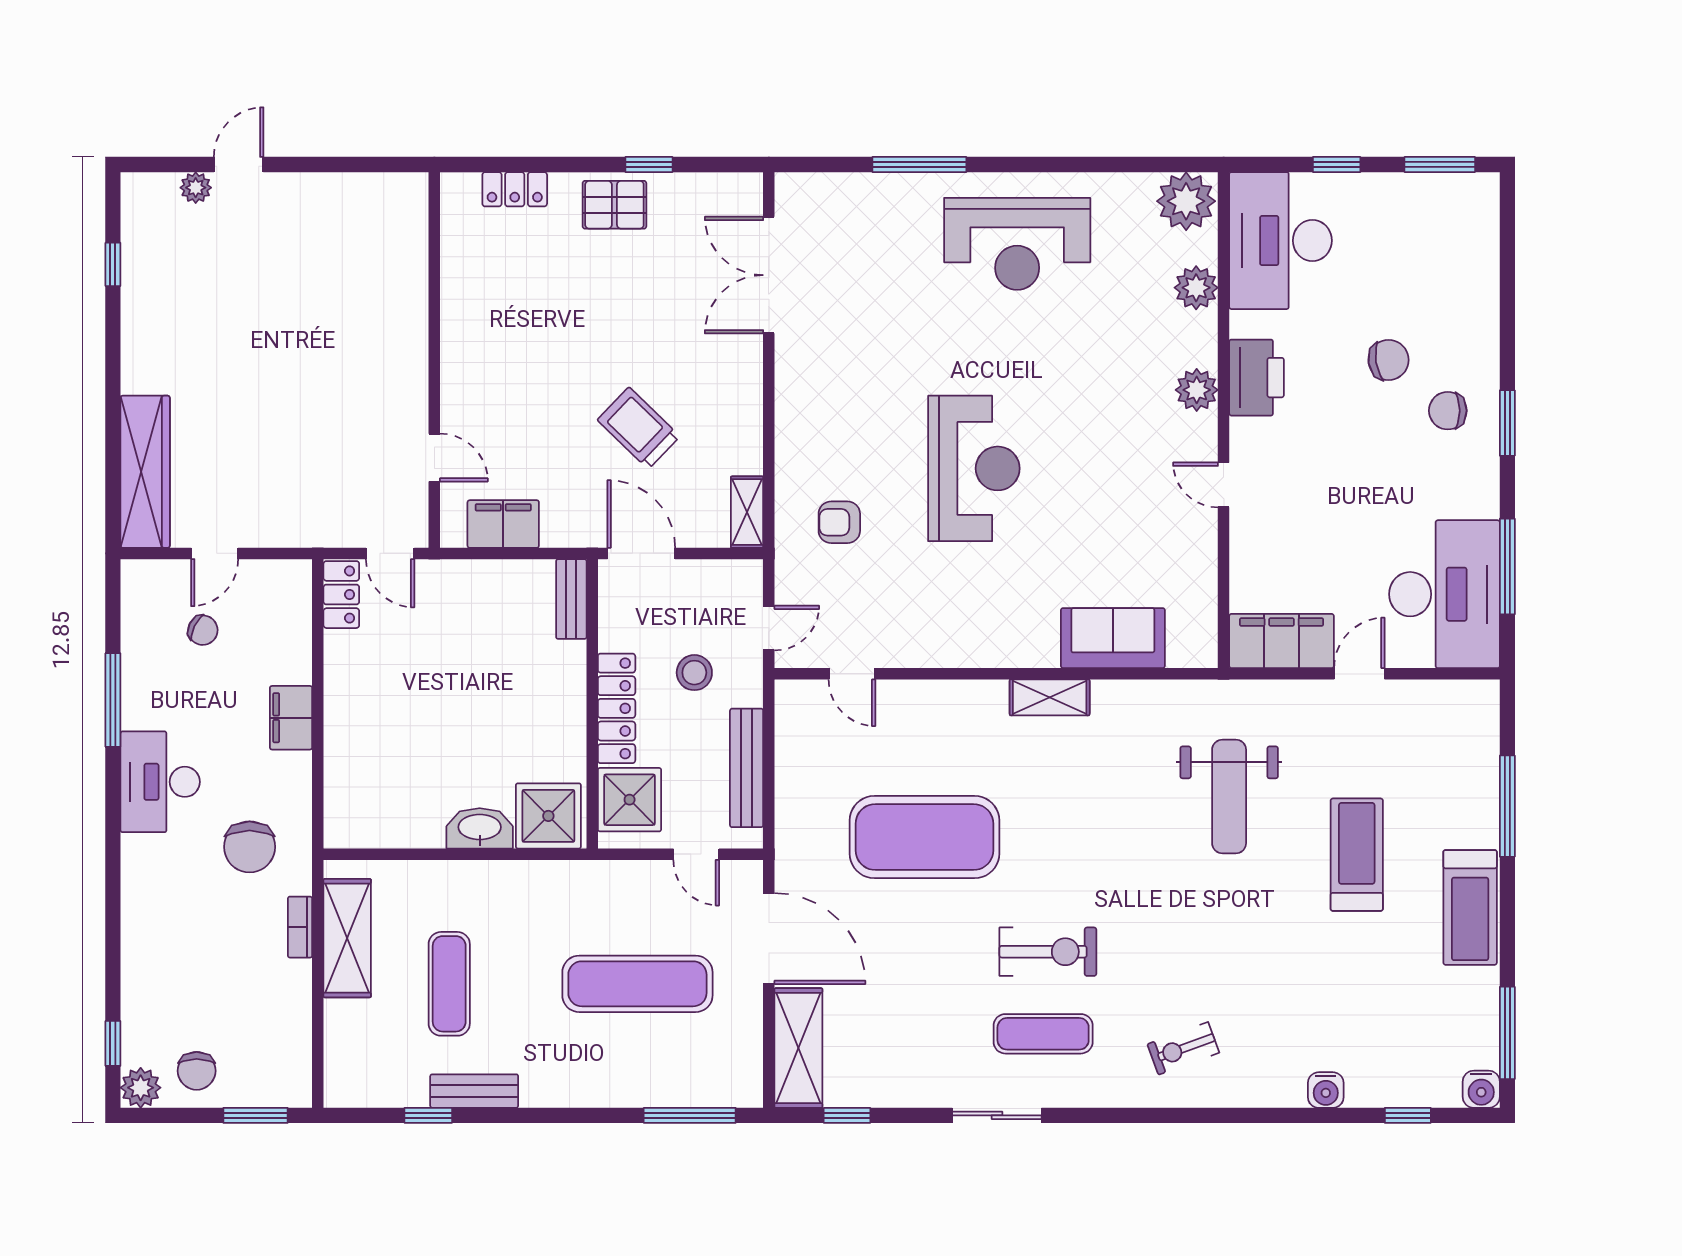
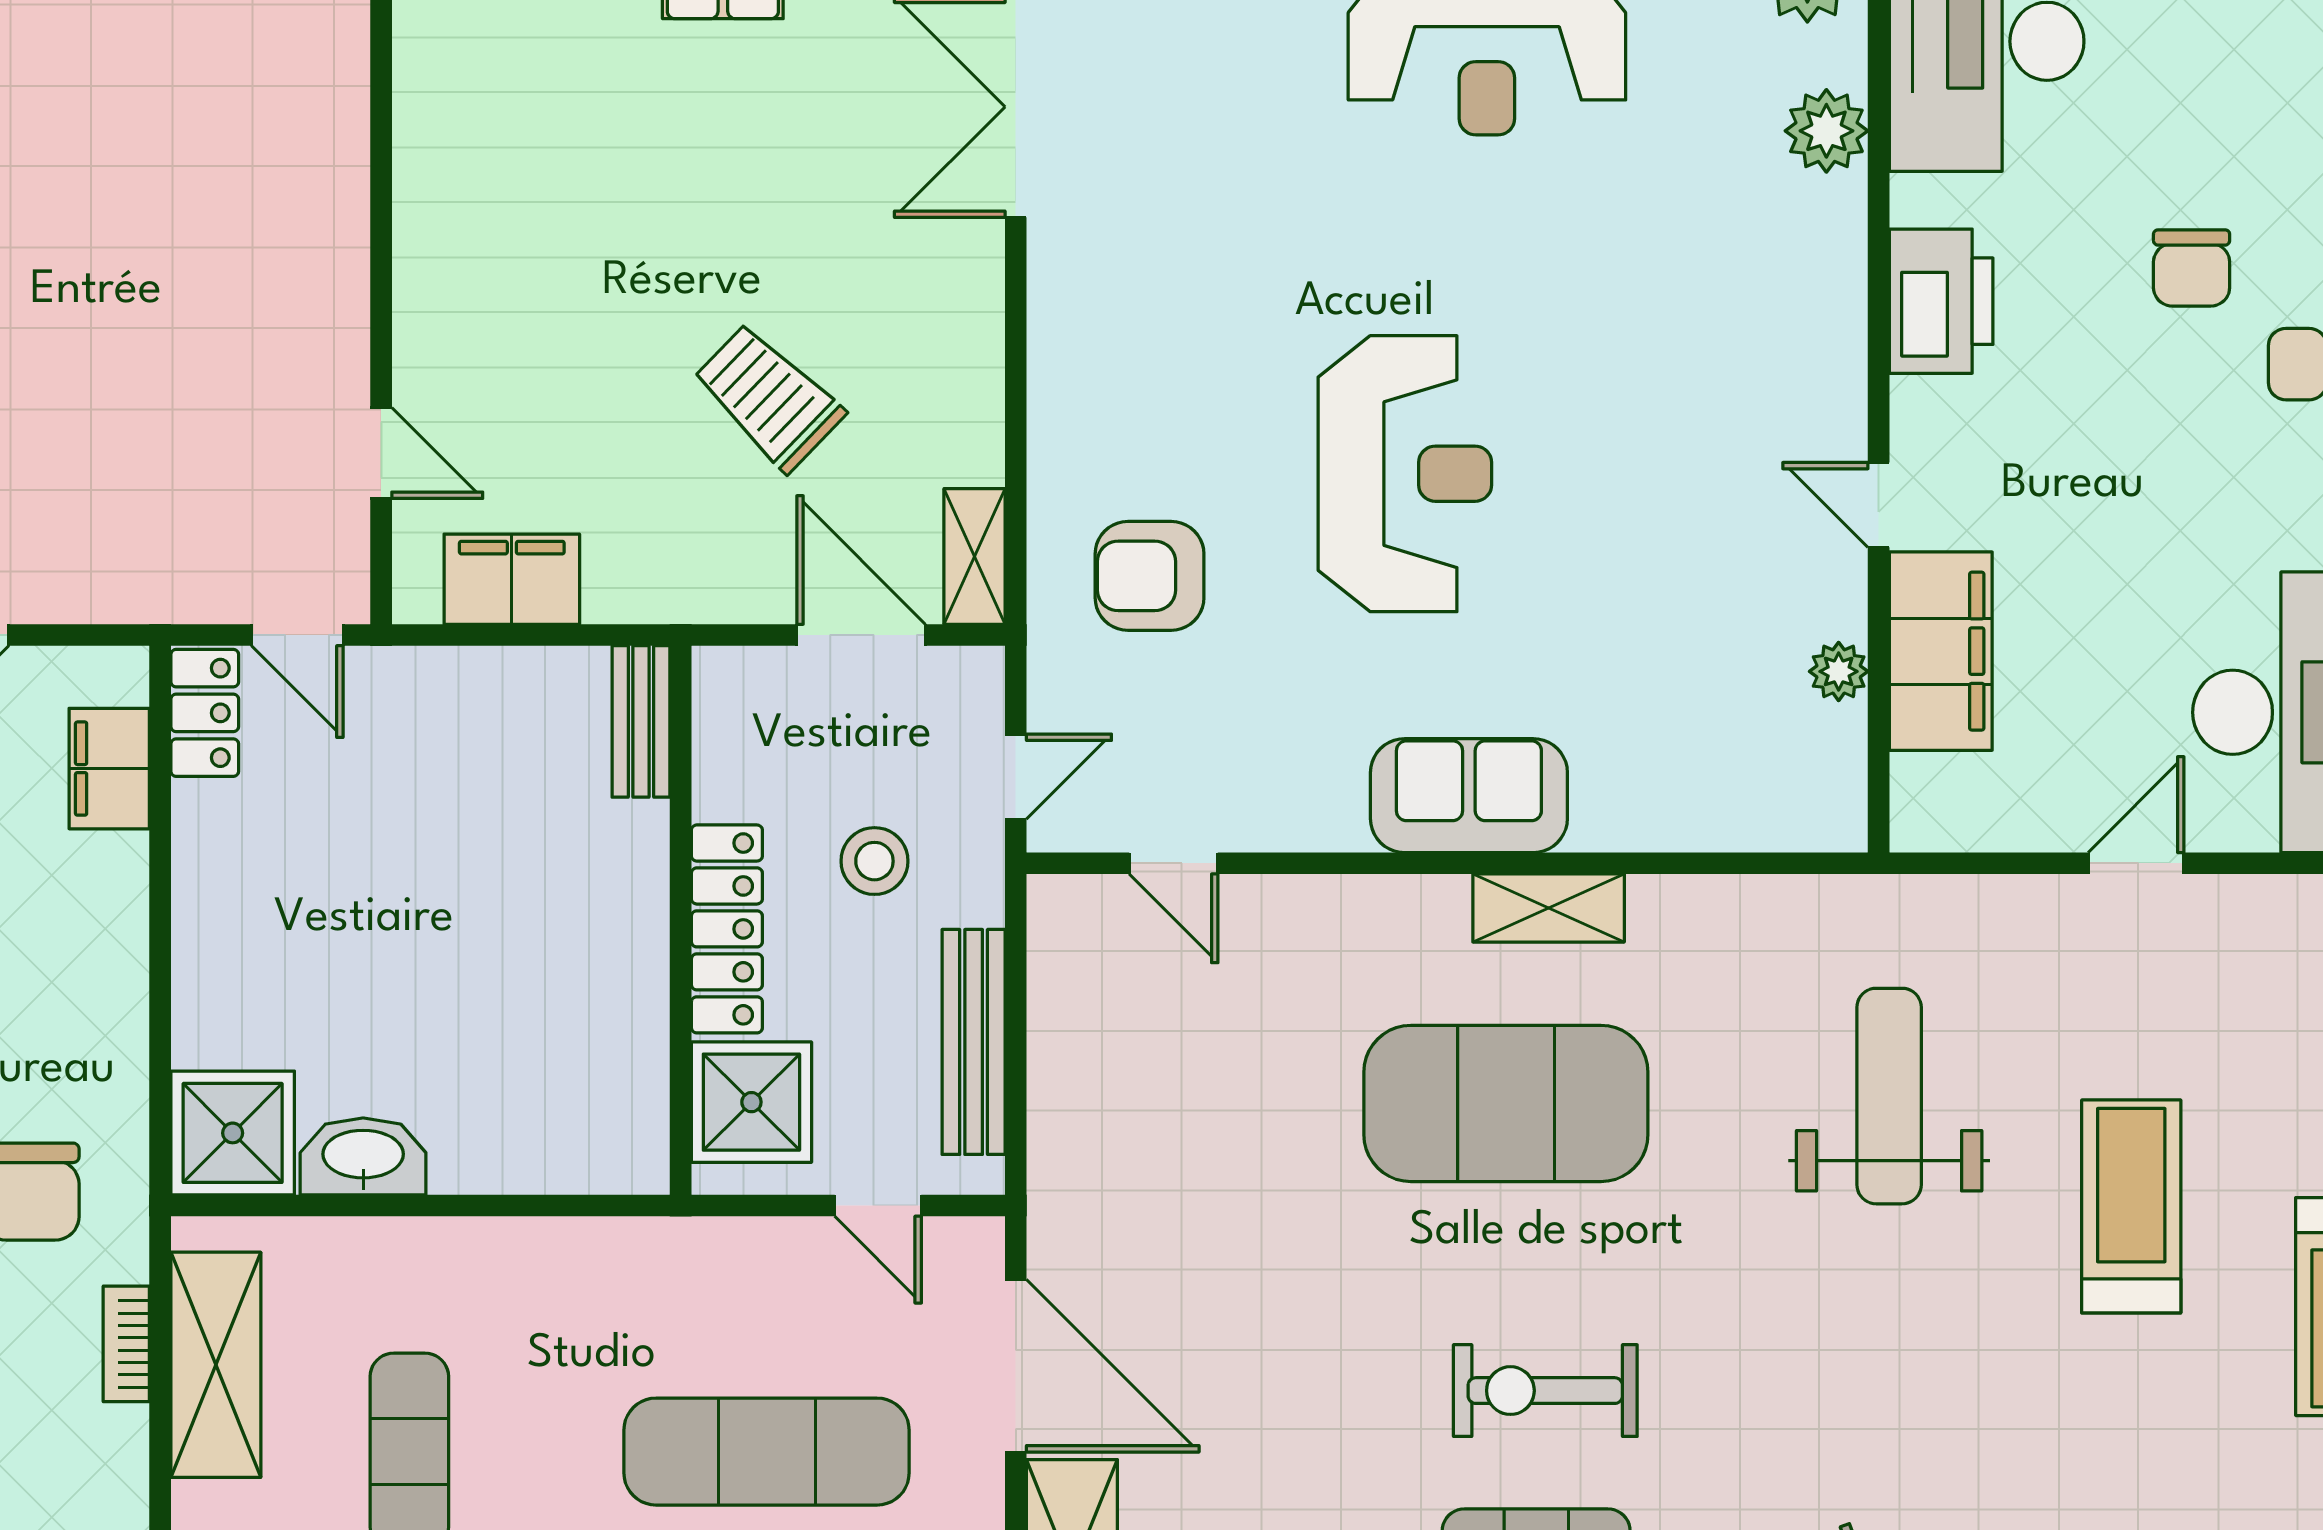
chair: (1389, 360) -> (2192, 268), turned 99
plant: (1197, 390) -> (1839, 671), moved, width x0.73, depth x0.73
armchair: (839, 522) -> (1150, 576), width x1.38, depth x1.38
door: (641, 553) -> (861, 635), moved
sofa: (1113, 638) -> (1469, 796), moved
filing cabinet: (1282, 641) -> (1941, 651), moved, turned 90
filing cabinet: (291, 718) -> (109, 769), moved
weight bench: (1229, 796) -> (1889, 1096), turned 180
shower: (548, 816) -> (233, 1133), moved
washbasin: (480, 828) -> (363, 1156), moved
exercise mat: (924, 837) -> (1506, 1103), moved
exercise bike: (1048, 952) -> (1545, 1391), turned 180

